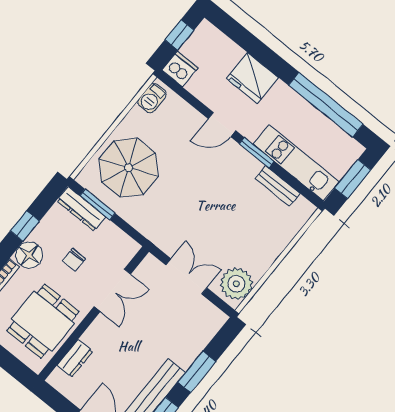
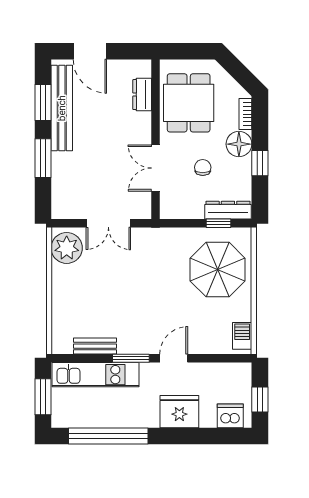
dishwasher: (180, 69) -> (230, 416), moved, turned 180
window: (97, 204) -> (219, 223), width x0.67

